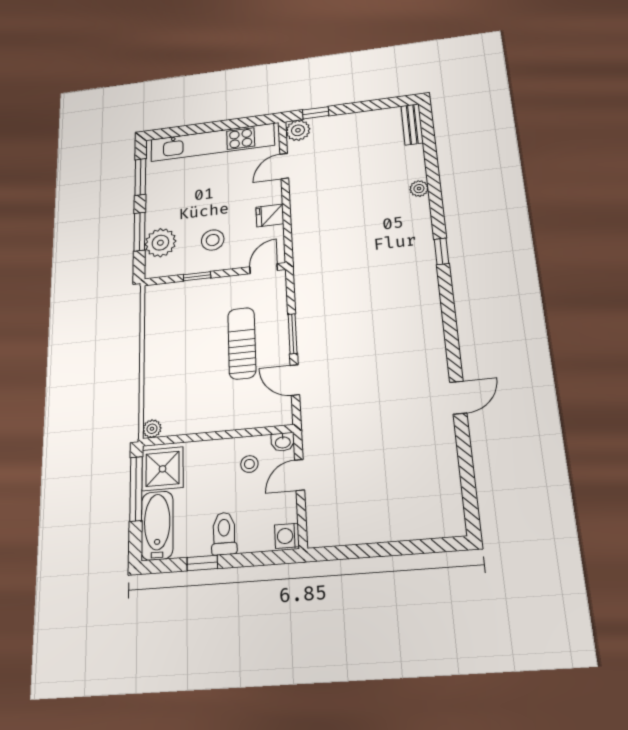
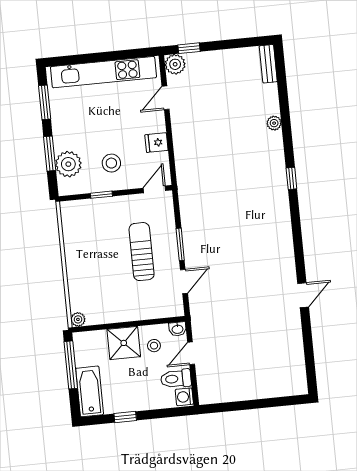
door: (295, 380) -> (184, 281), swing flipped
shower: (163, 469) -> (124, 343), moved
toilet: (224, 534) -> (176, 379), moved, turned -90

